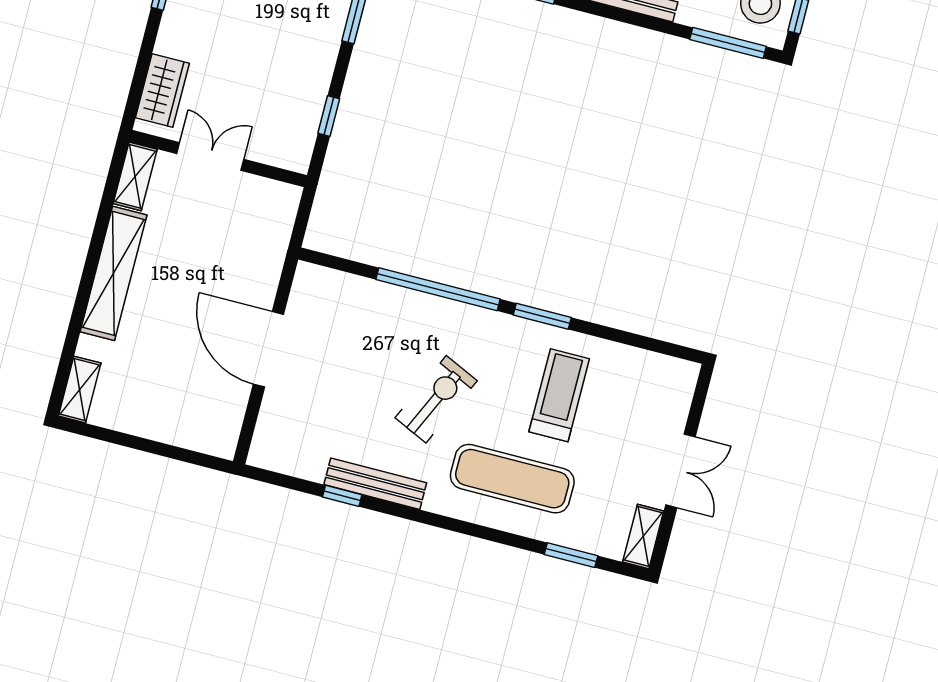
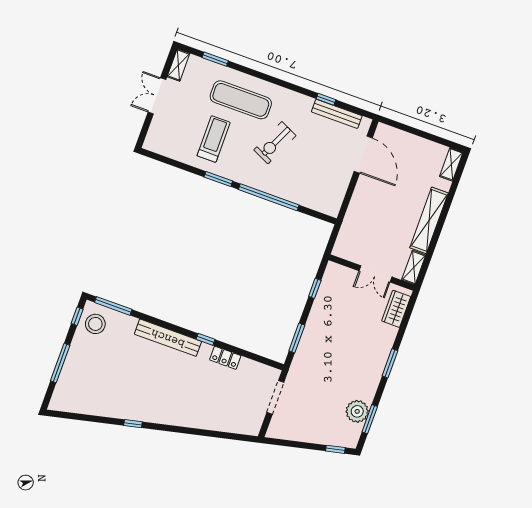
door: (268, 349) -> (363, 155), moved
treadmill: (559, 395) -> (214, 139), turned 180
bench: (375, 484) -> (337, 114), moved

